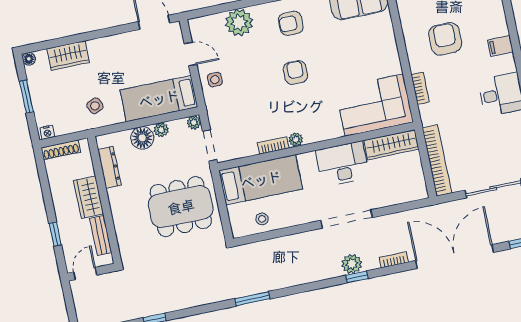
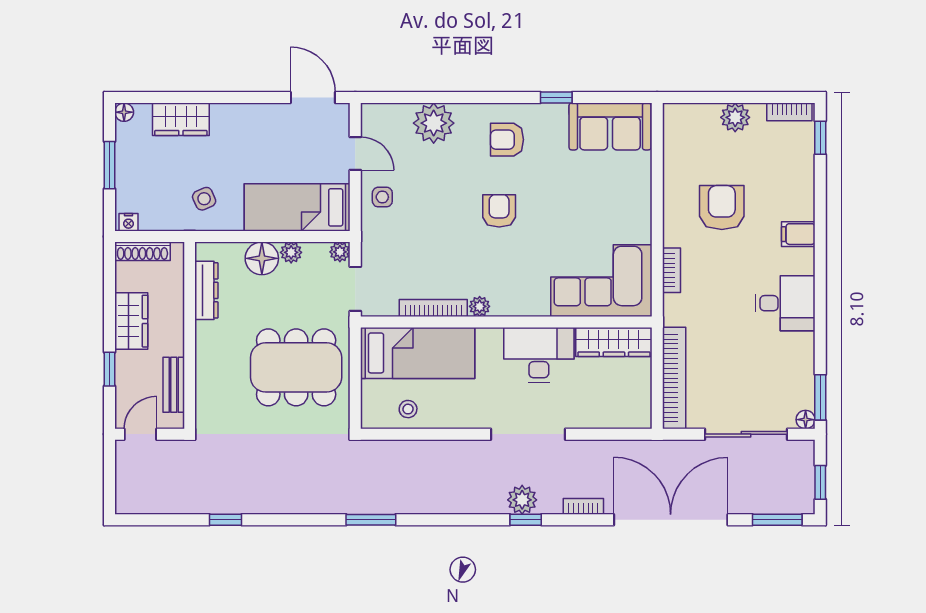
bookcase: (273, 145) -> (433, 308), width x1.56
wardrobe: (89, 197) -> (131, 321), moved, turned 180

